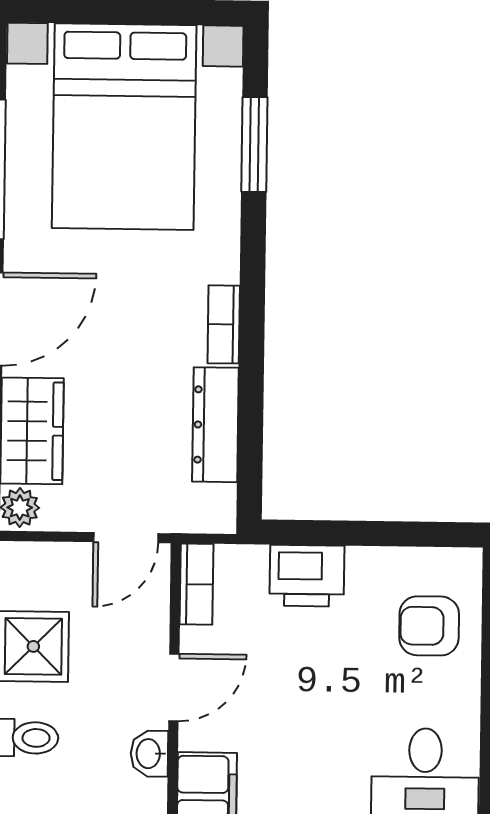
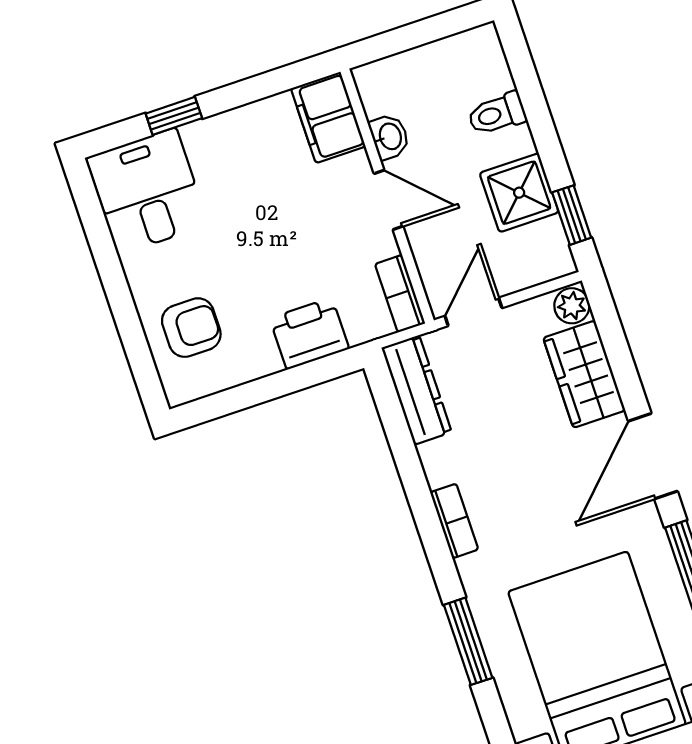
window: (254, 144) -> (468, 641), moved
dresser: (215, 425) -> (417, 390), moved
door: (174, 687) -> (388, 200), swing flipped

